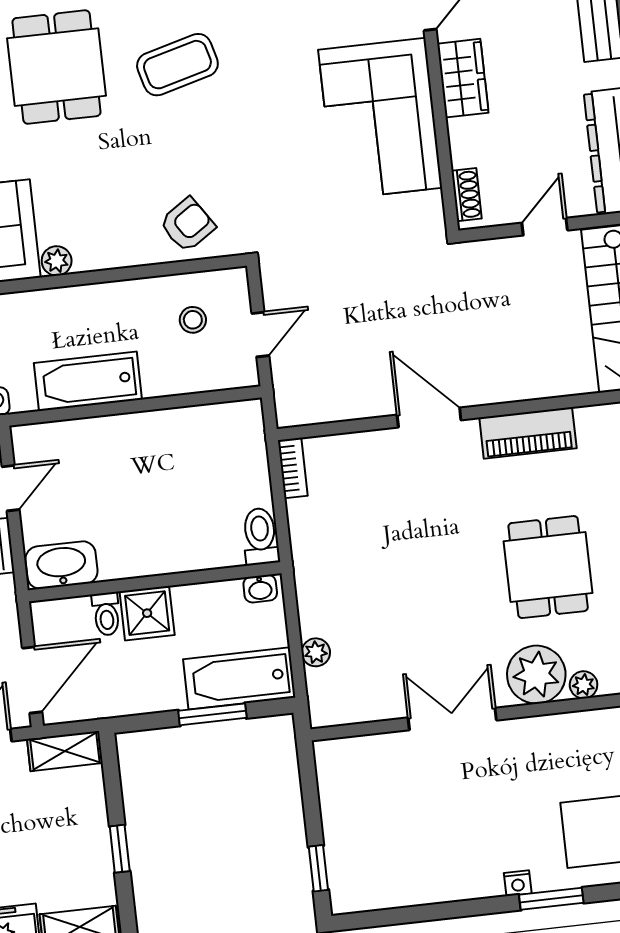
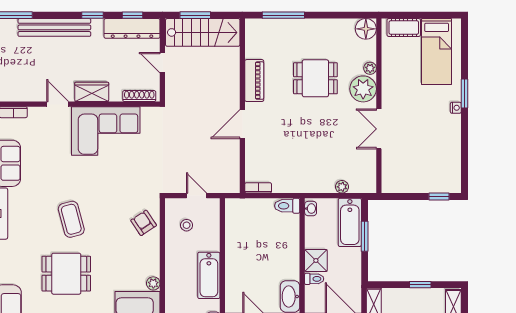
shoe rack: (467, 195) -> (139, 96), width x1.43

